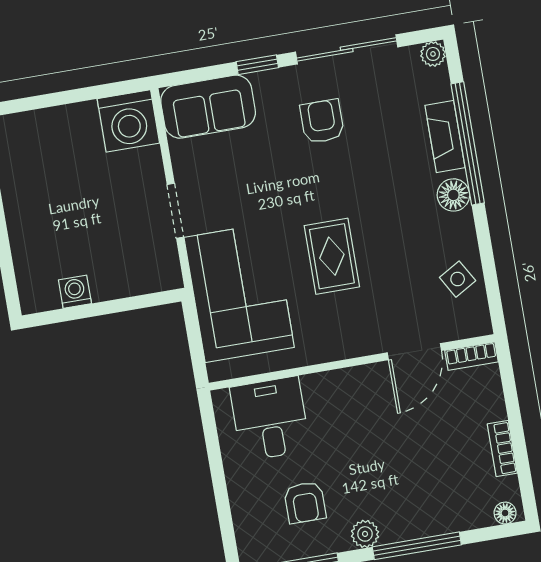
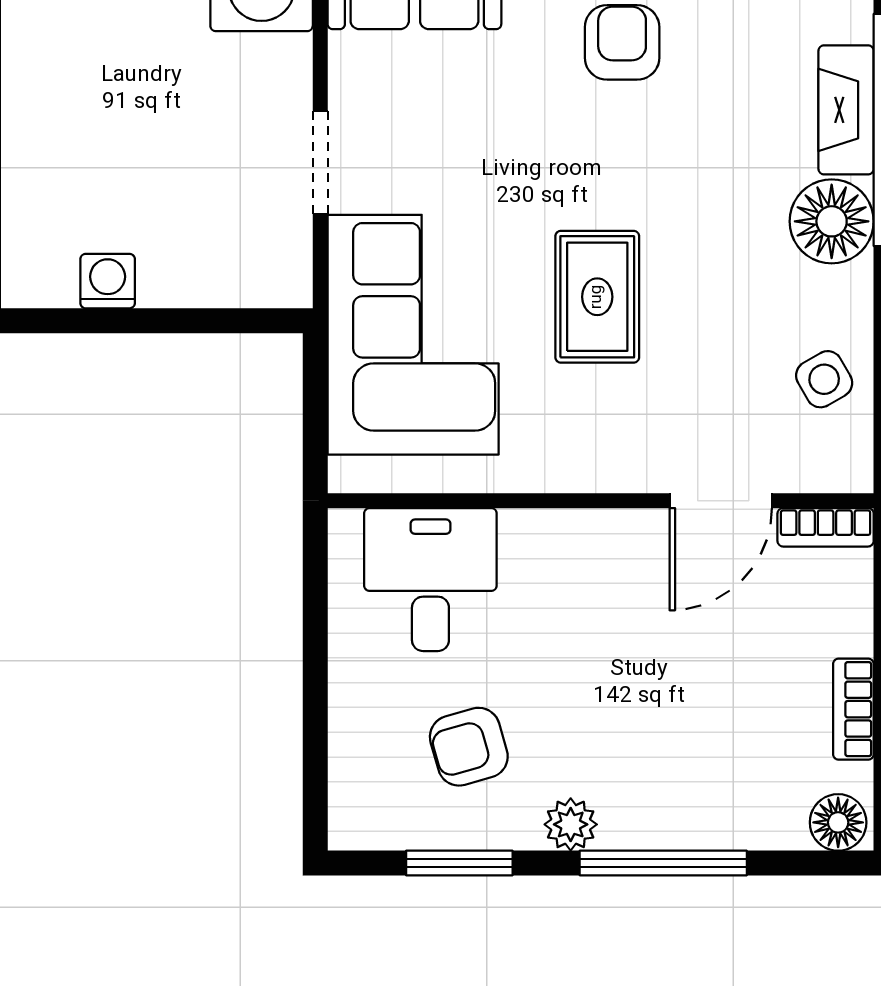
floor lamp: (453, 195) -> (832, 221), width x1.38, depth x1.38
armchair: (305, 502) -> (469, 747), turned 74
floor lamp: (505, 513) -> (838, 822), width x1.37, depth x1.37

